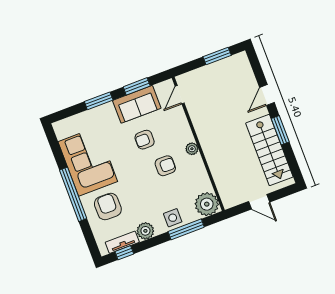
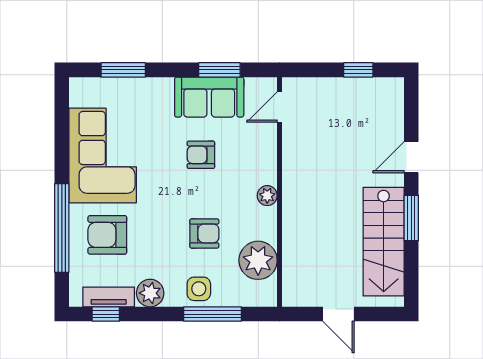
window: (217, 56) -> (358, 70), width x0.67
window: (99, 101) -> (123, 70), moved
armchair: (165, 166) -> (204, 233), moved
window: (73, 194) -> (62, 228), moved
plant: (207, 204) -> (258, 260), moved
armchair: (108, 207) -> (107, 235), turned -90

